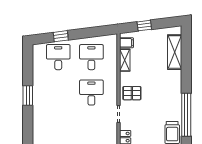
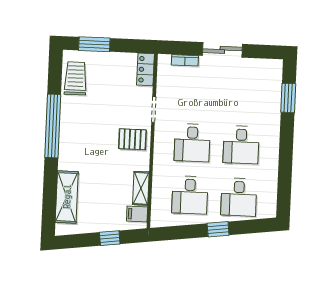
window: (61, 36) -> (218, 229), moved
desk: (58, 93) -> (241, 145), added
window: (28, 96) -> (288, 98), moved
window: (186, 115) -> (53, 126), moved

